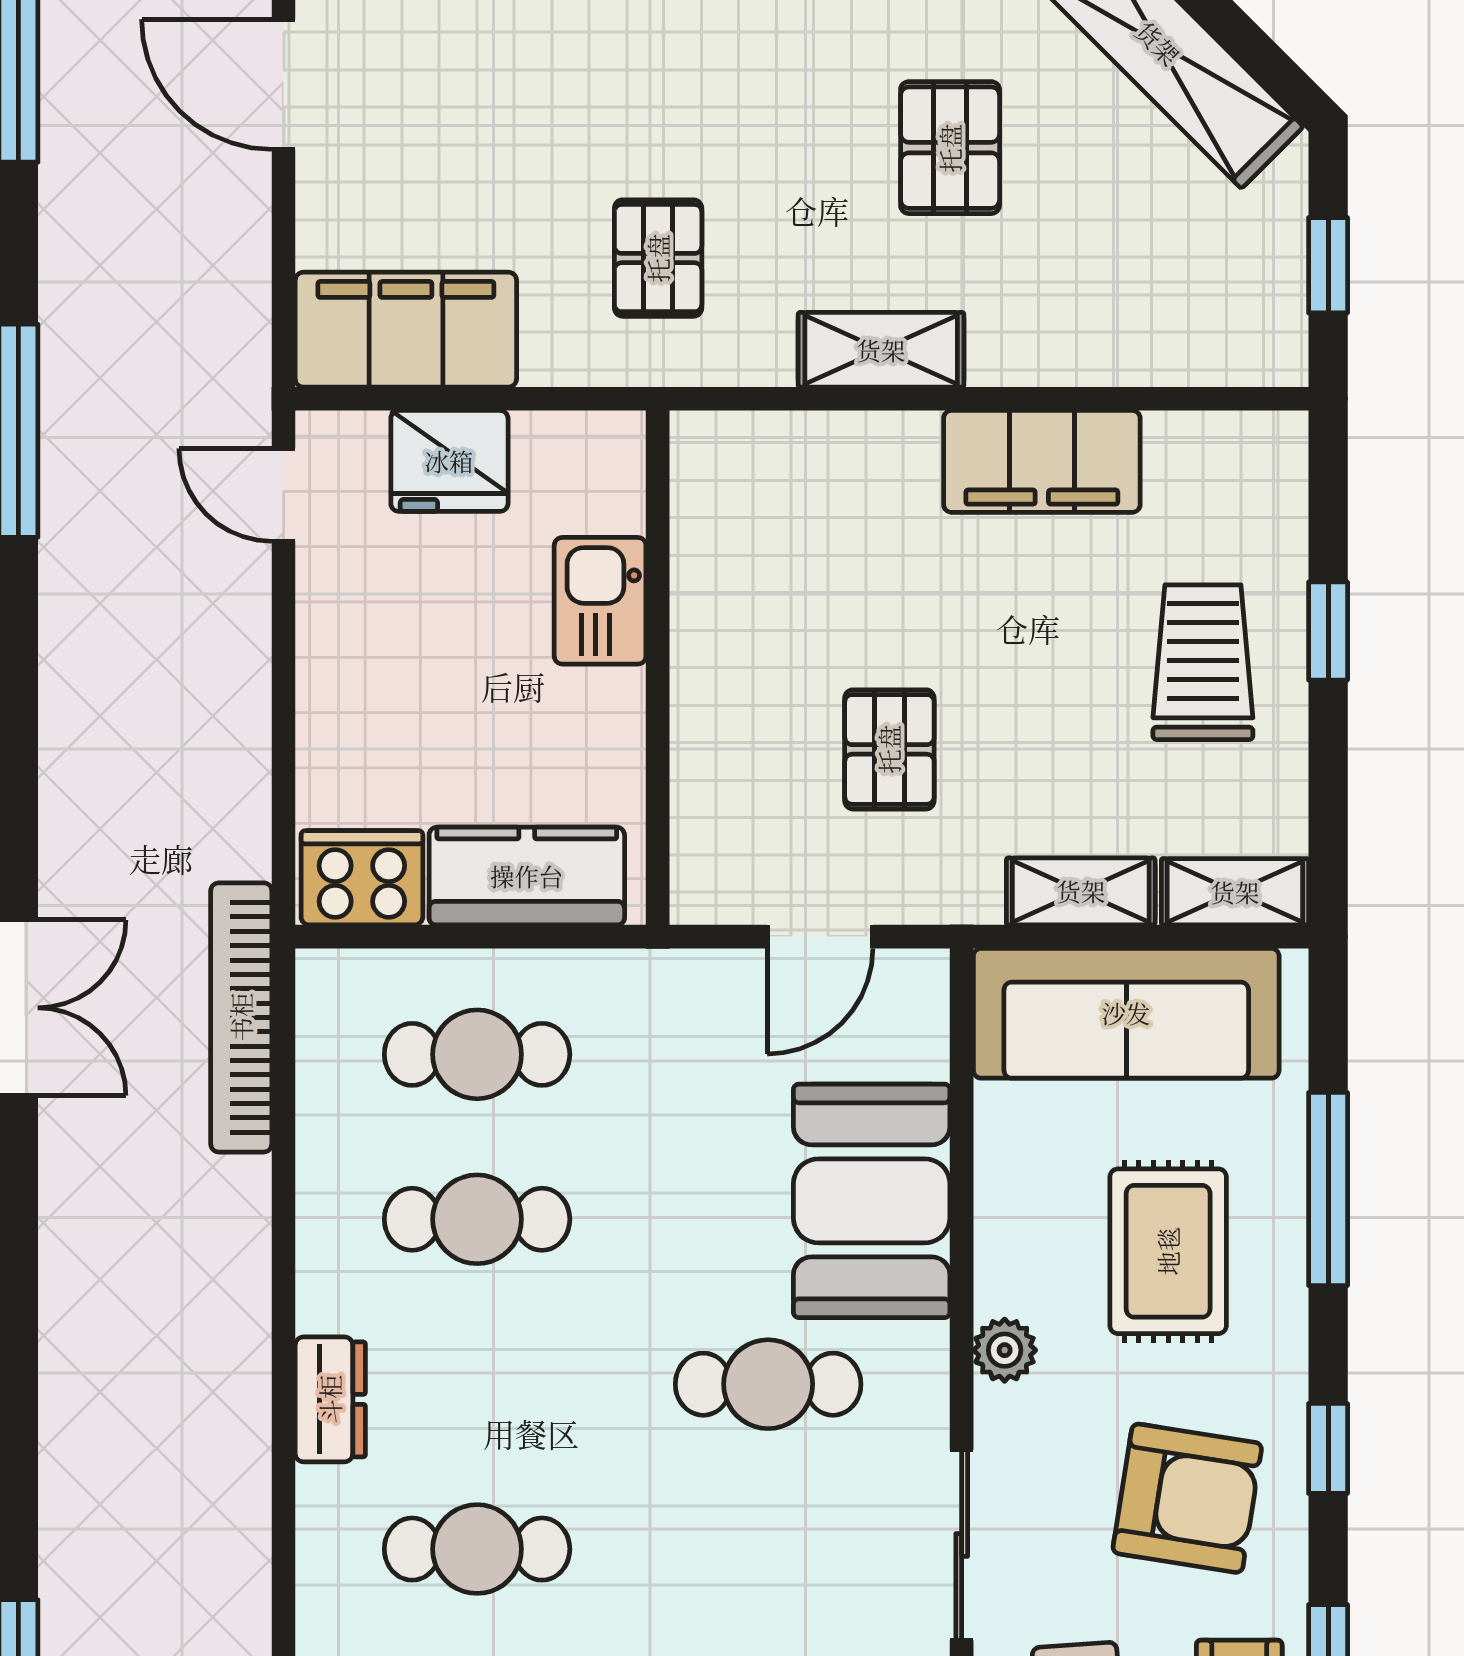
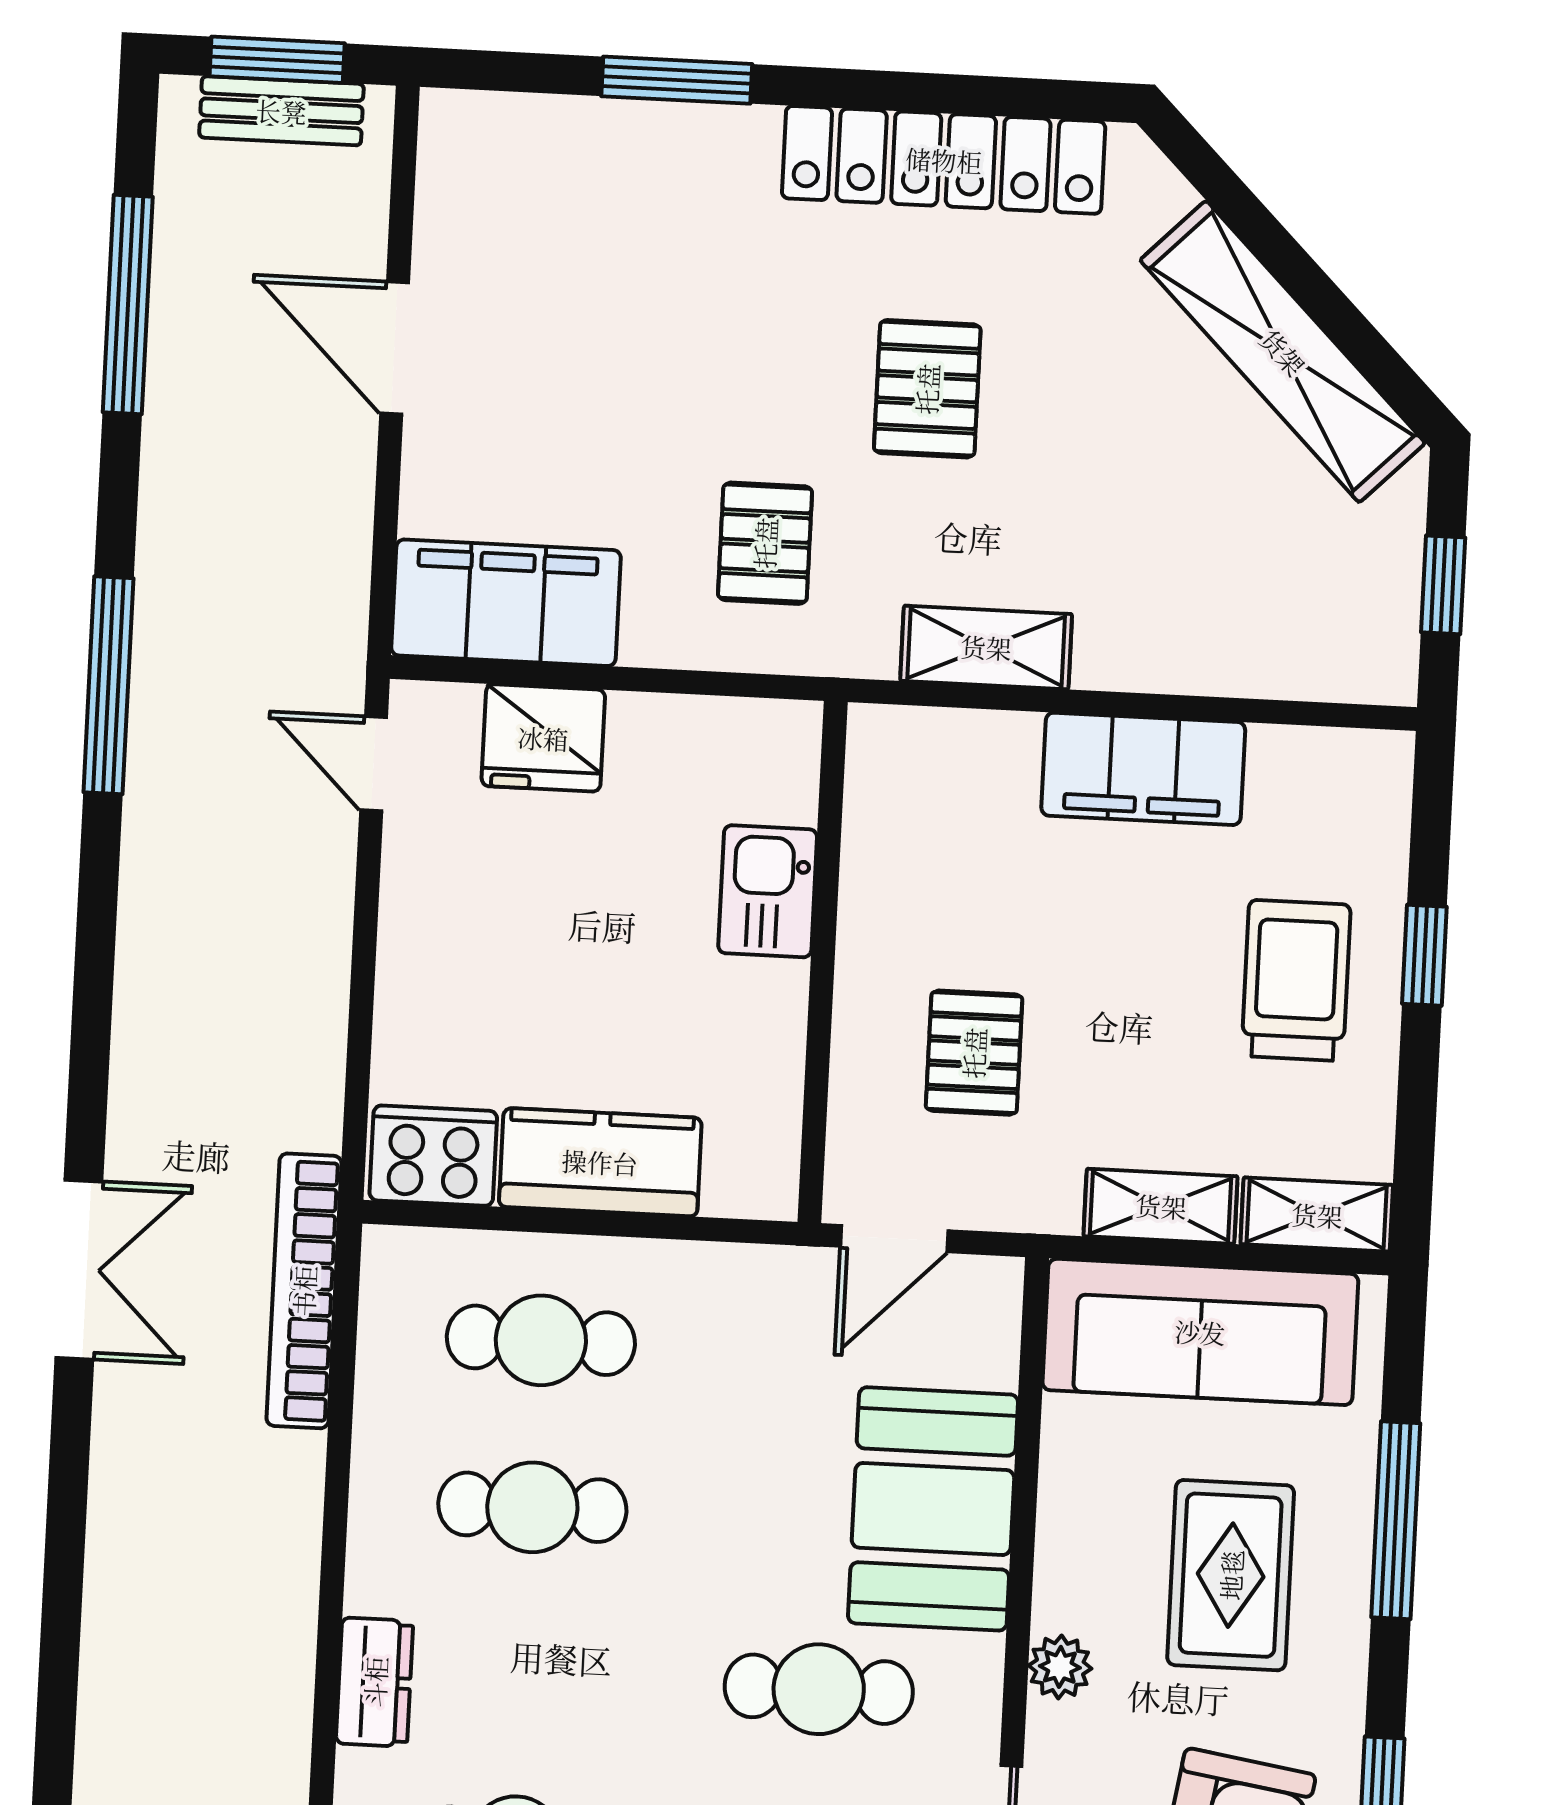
pallet: (950, 148) -> (927, 389), moved
kitchen sink: (600, 601) -> (768, 891), moved
wall: (658, 668) -> (823, 962), moved

